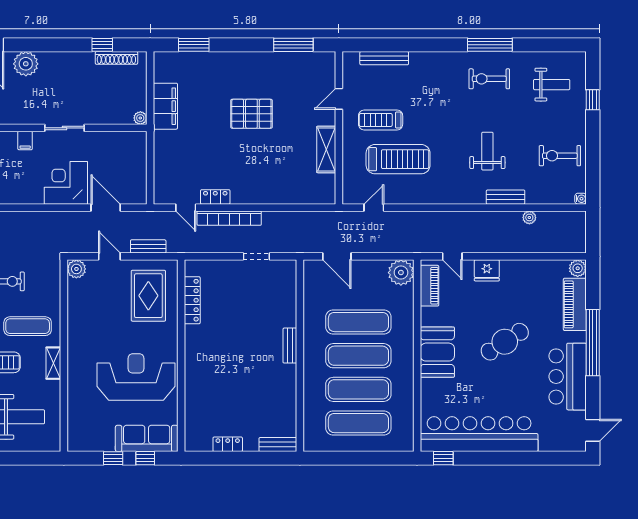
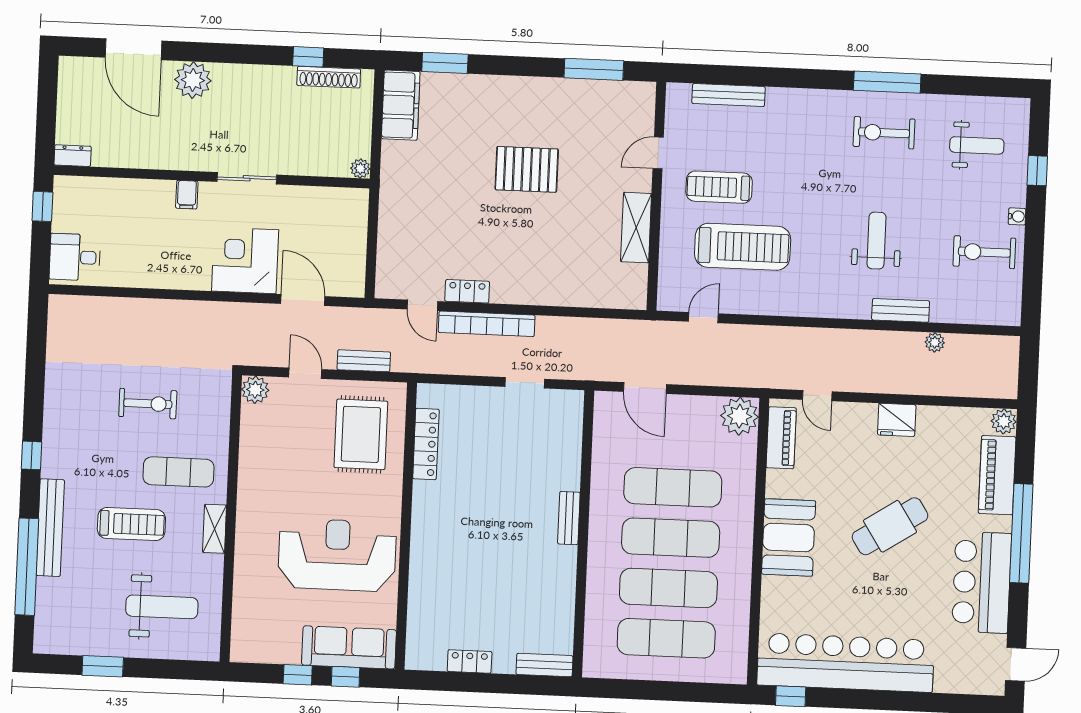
filing cabinet: (165, 106) -> (401, 105), moved
water cooler: (581, 199) -> (1017, 216), moved
fridge: (487, 270) -> (897, 420), moved

